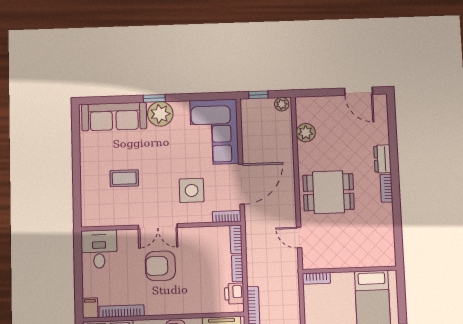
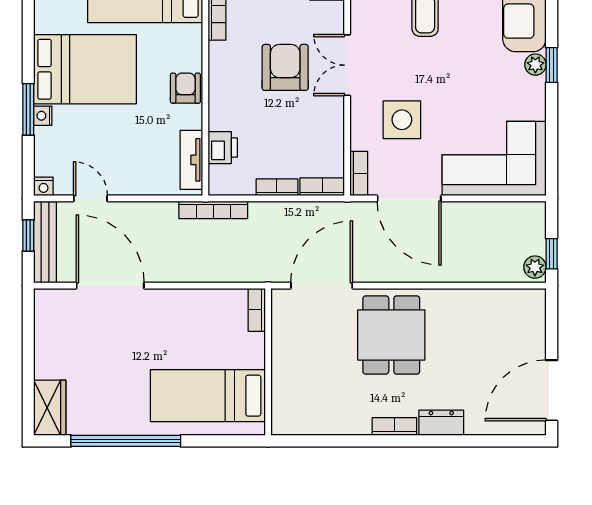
door: (359, 91) -> (552, 390), width x1.36
window: (258, 95) -> (552, 254), moved
plant: (160, 114) -> (535, 65), width x0.53, depth x0.53
plant: (306, 133) -> (488, 303), removed
door: (299, 237) -> (322, 286), width x1.87
printer: (234, 294) -> (223, 148), moved, turned 90

